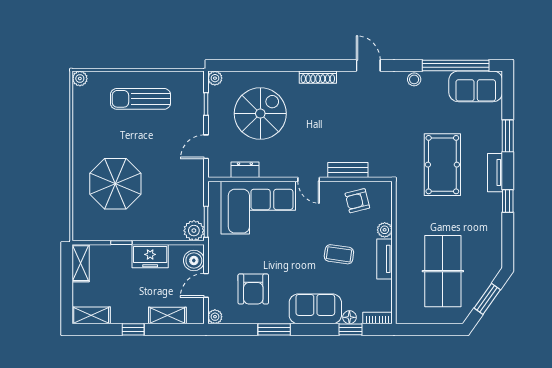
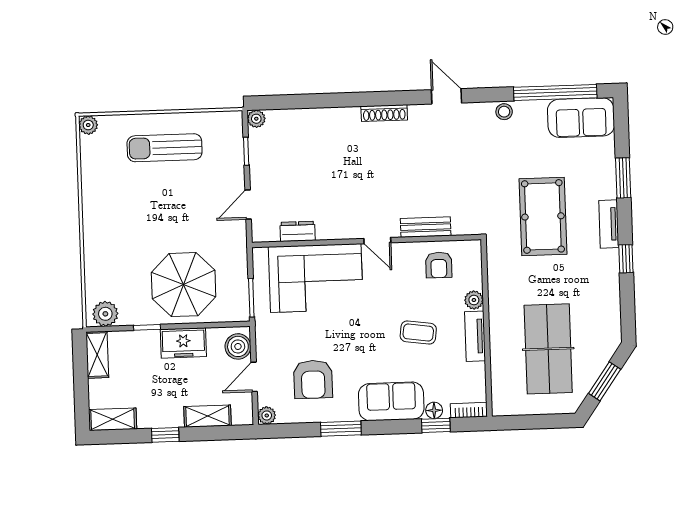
spiral stairs: (260, 114) -> (314, 161), removed
parasol: (115, 184) -> (184, 285), moved
armchair: (357, 201) -> (439, 265), turned -76
plant: (194, 231) -> (105, 314), moved

